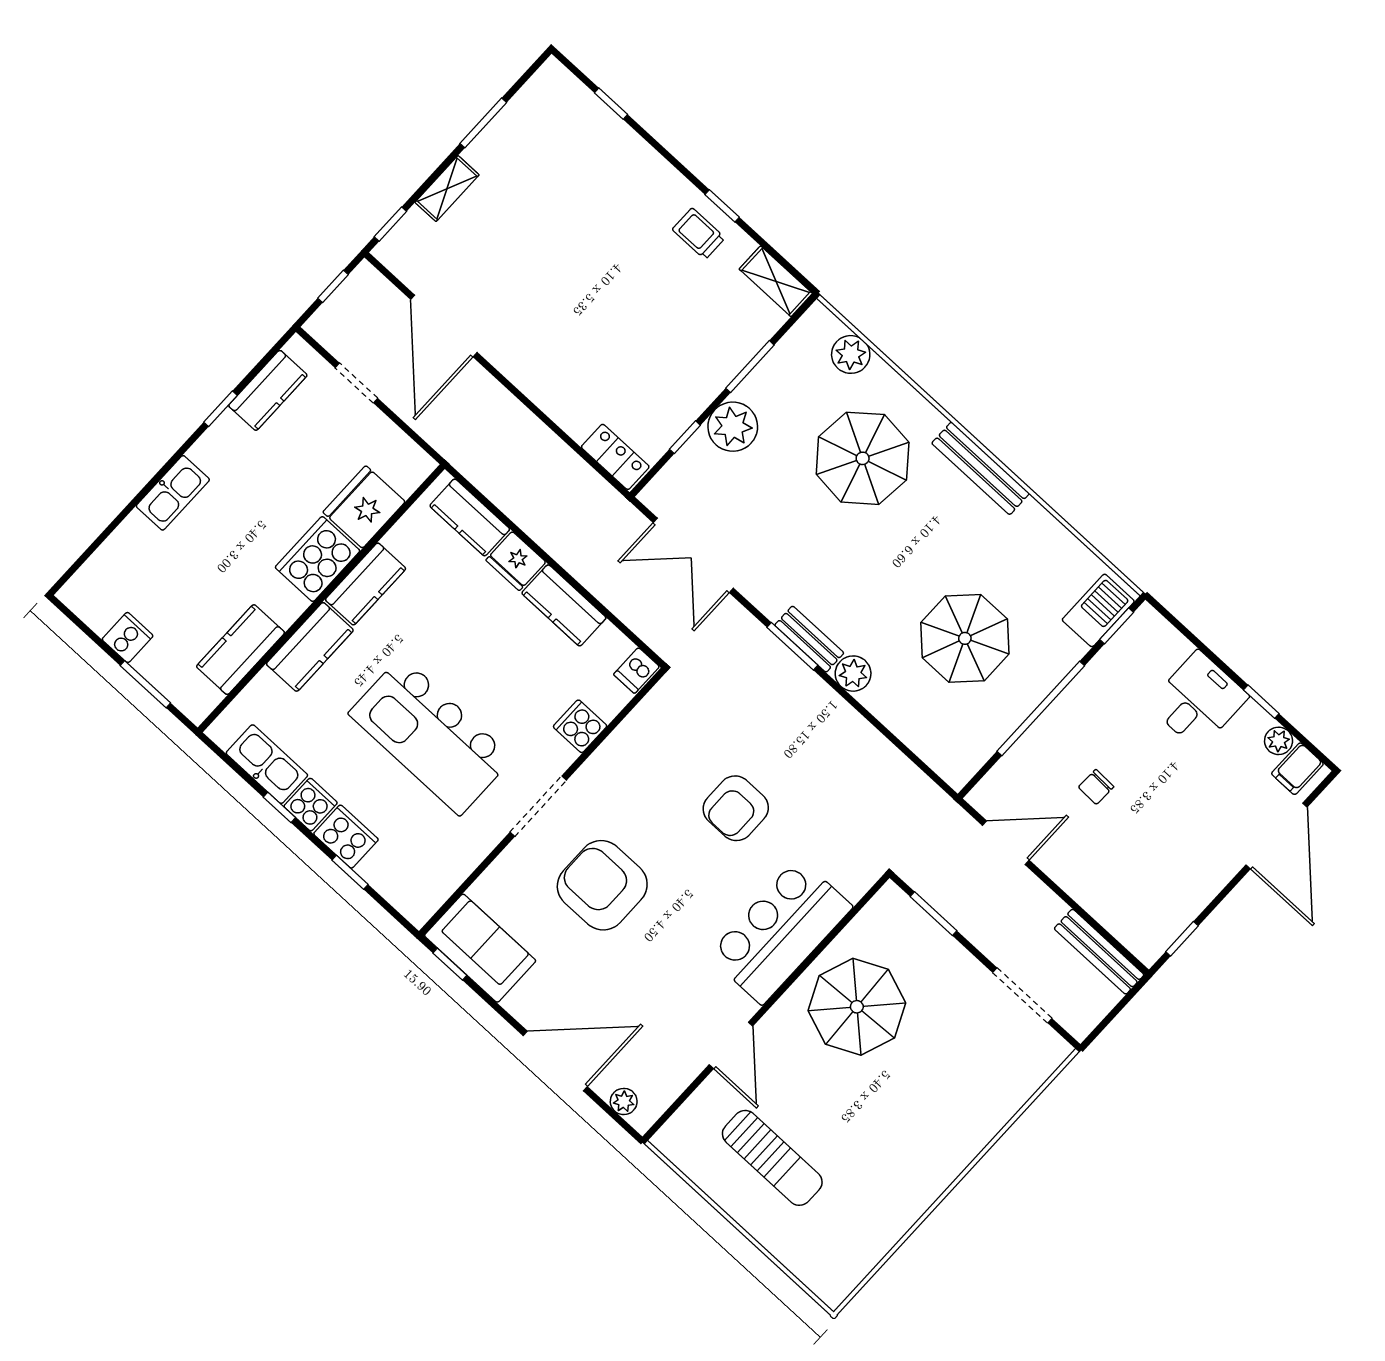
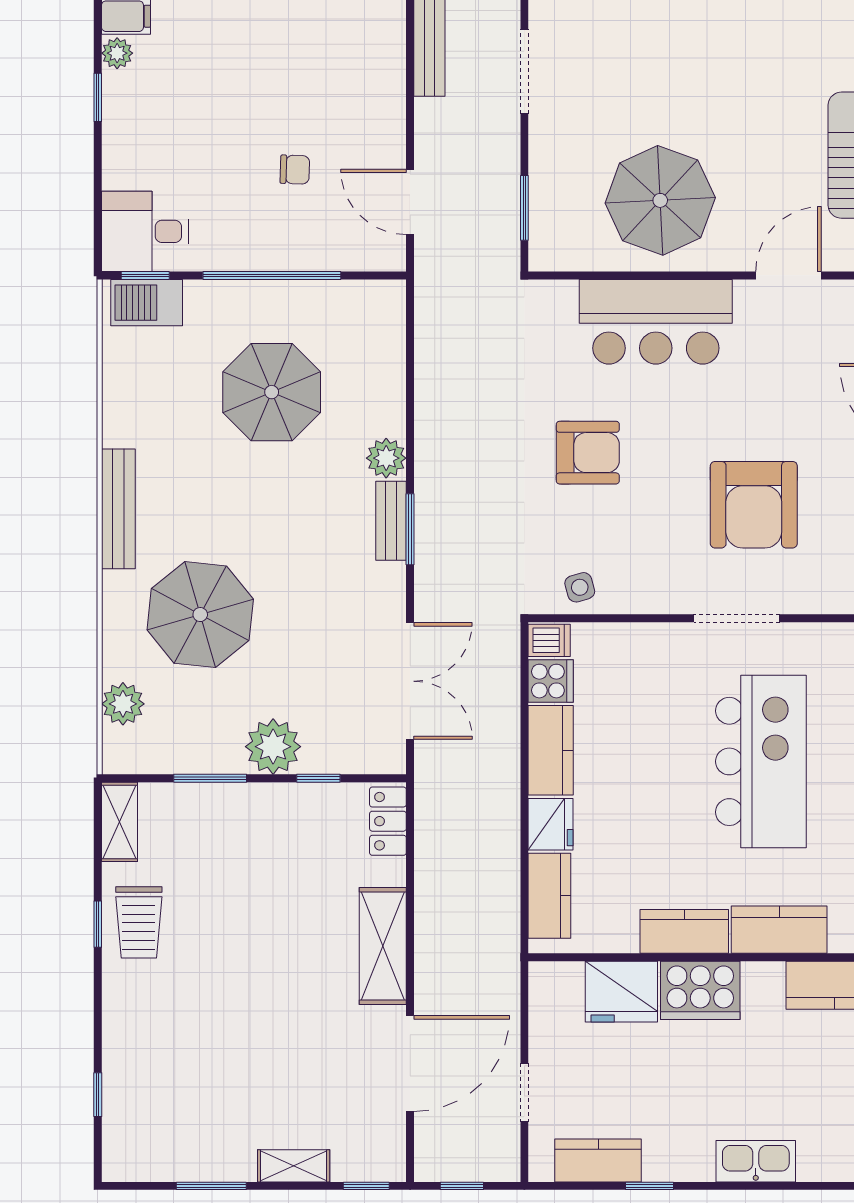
trolley: (699, 234) -> (139, 922), width x1.36, depth x1.39
shelving: (537, 379) -> (383, 946), added
desk: (1198, 700) -> (145, 231), moved
side table: (653, 722) -> (580, 587), added
cooker: (580, 726) -> (551, 681), moved, turned -90

